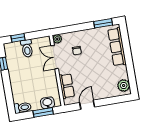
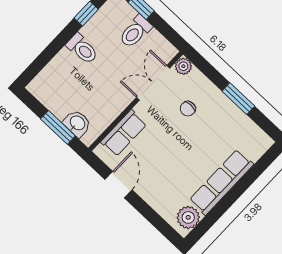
window: (103, 23) -> (238, 99), moved
row of seats: (117, 47) -> (221, 182), moved
door: (87, 105) -> (119, 185), hinge flipped
toilet: (22, 108) -> (82, 49), moved

